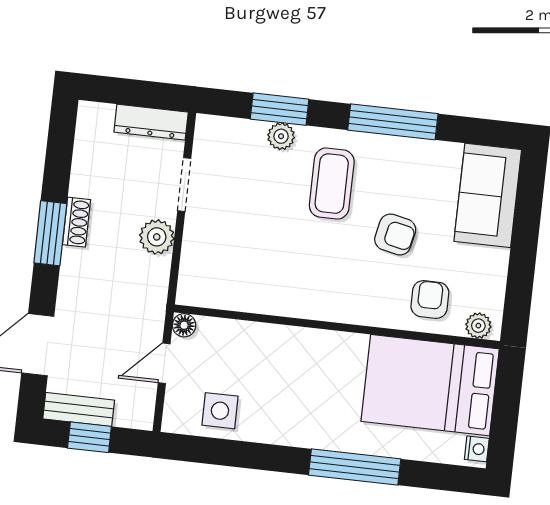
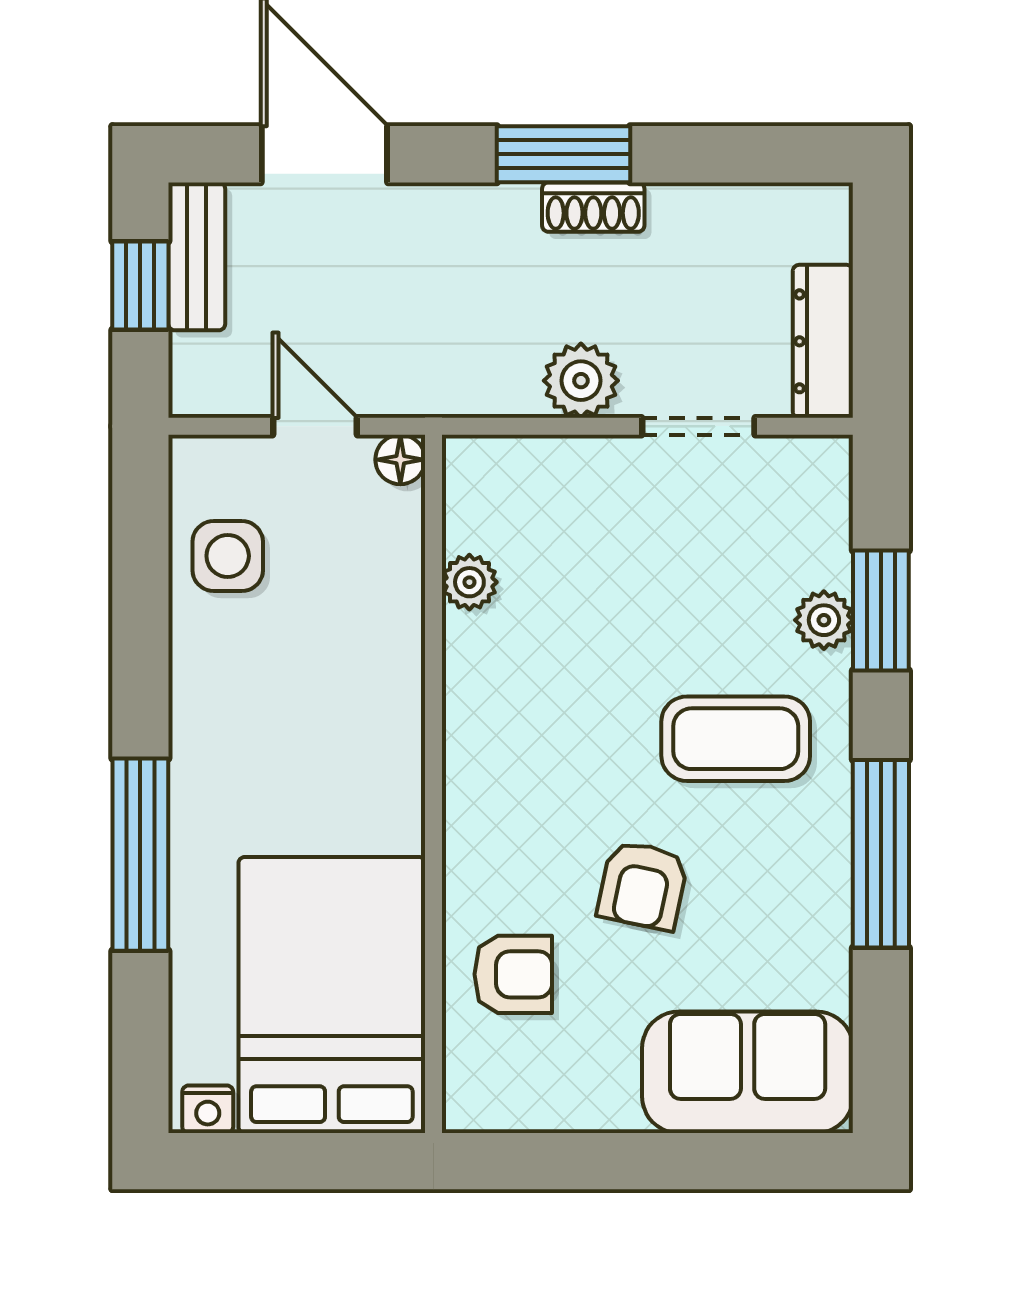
plant: (478, 326) -> (469, 582), moved

